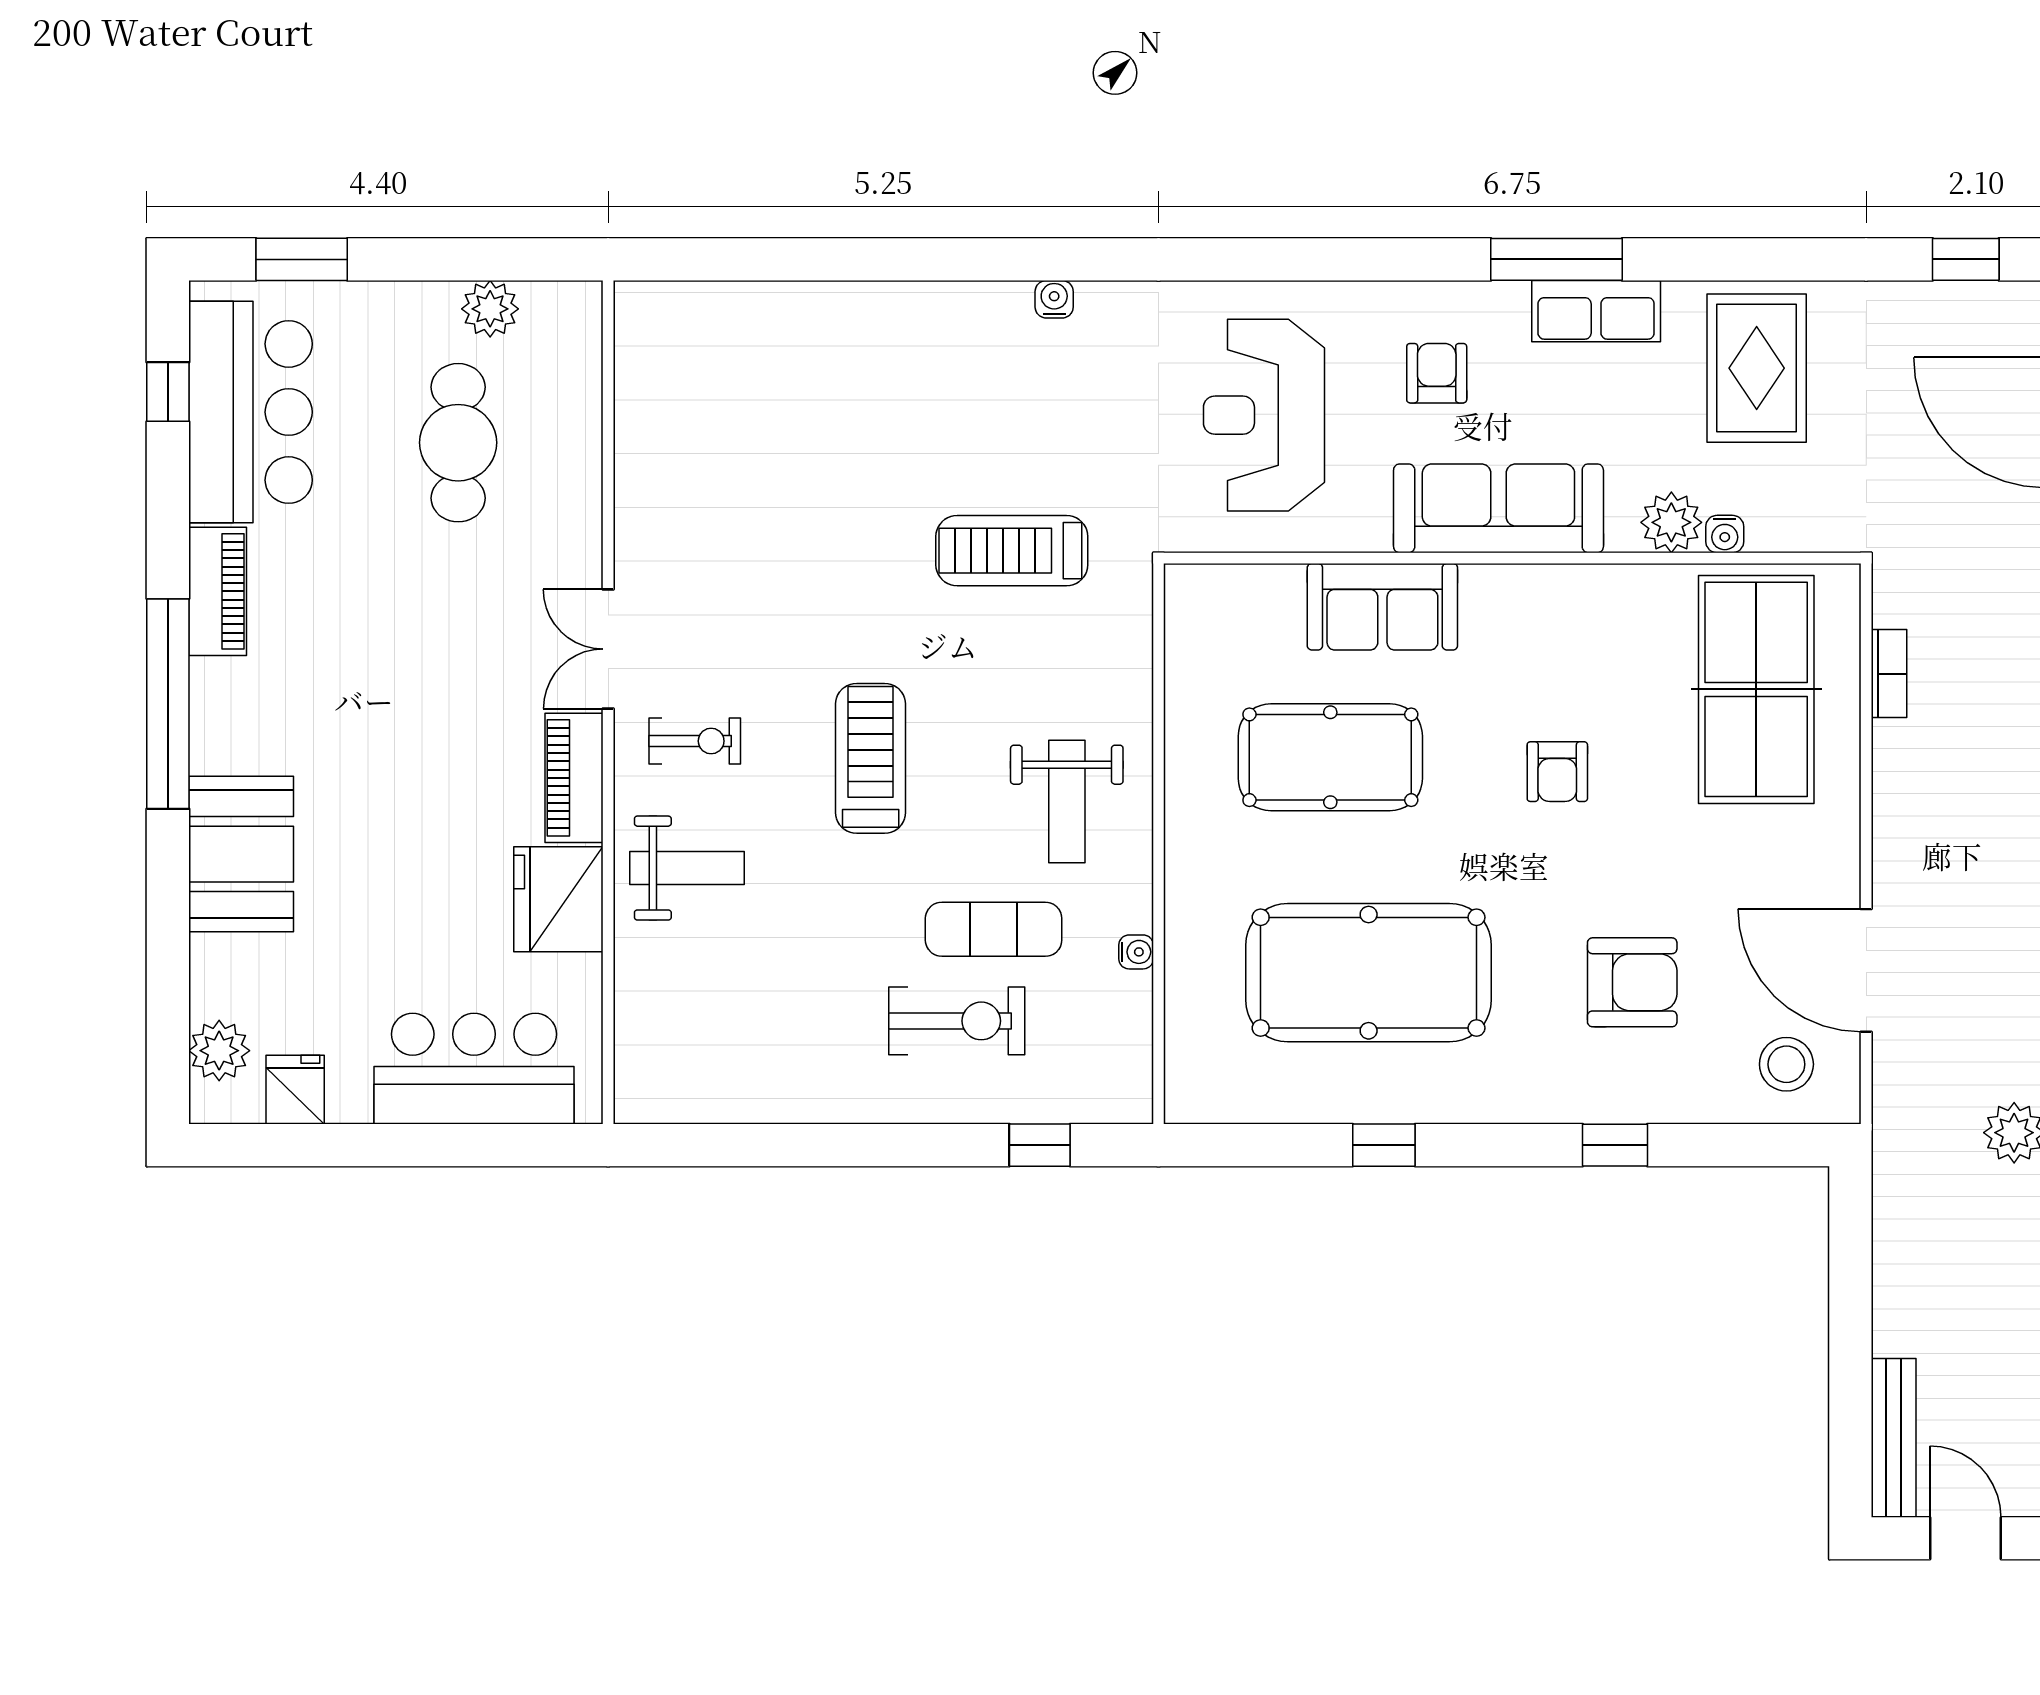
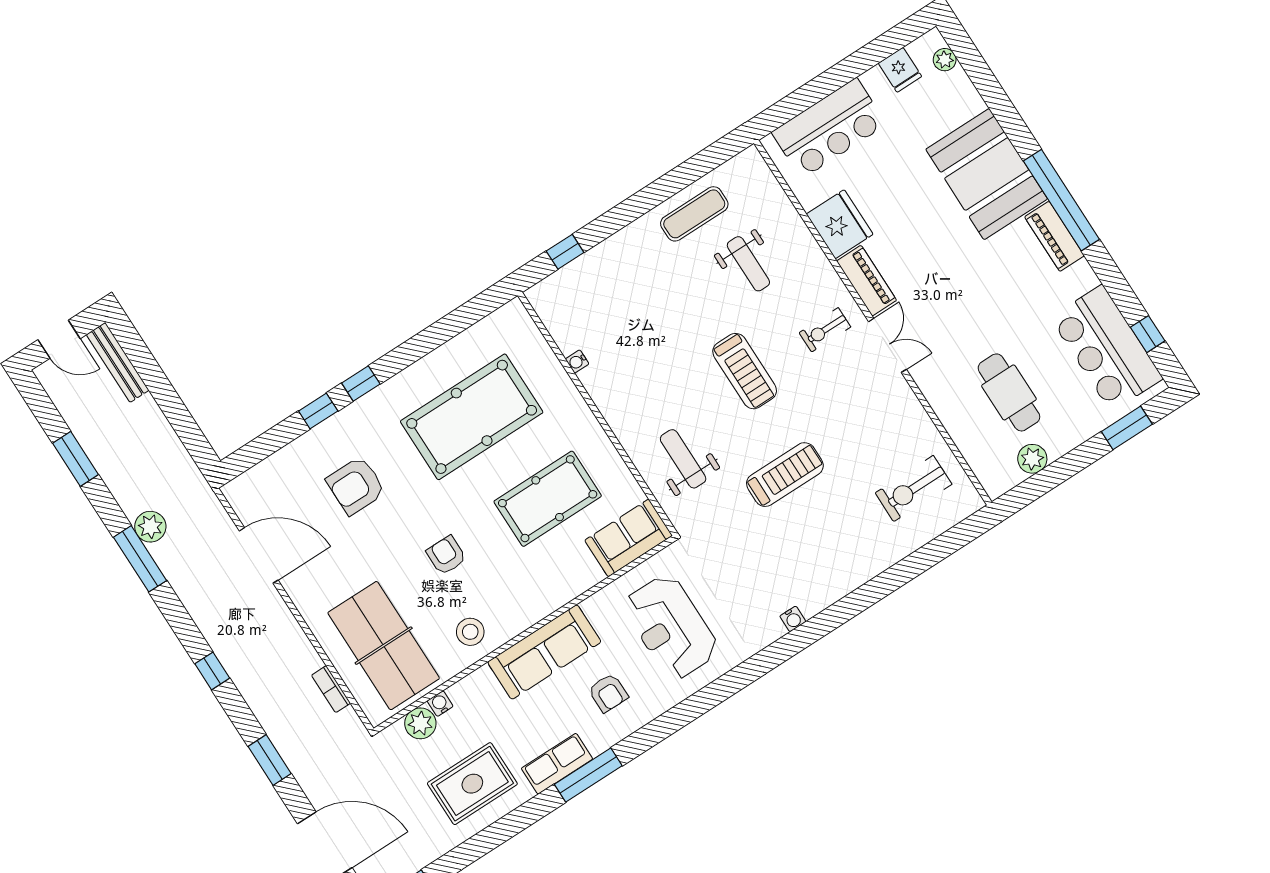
rug: (1757, 368) -> (472, 784), turned 90
reception desk: (1264, 415) -> (671, 627), turned 180
plant: (1671, 522) -> (420, 723), moved
treadmill: (1012, 551) -> (785, 475), moved
piano: (218, 591) -> (1054, 236), moved
sofa: (1382, 607) -> (629, 538), moved
weight bench: (1067, 802) -> (683, 459), moved
booth: (241, 854) -> (987, 174), width x1.36, depth x1.42
weight bench: (687, 868) -> (748, 264), moved, turned -90
exercise mat: (994, 929) -> (694, 214), moved
exercise bike: (957, 1021) -> (913, 489), moved
plant: (219, 1051) -> (945, 60), width x0.73, depth x0.73
stool: (1786, 1064) -> (470, 632), moved
window: (1384, 1145) -> (361, 383), moved

